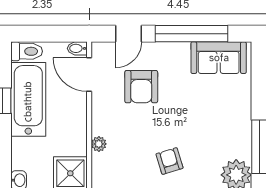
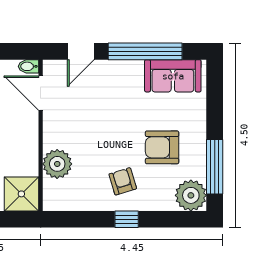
armchair: (141, 87) -> (162, 147), moved, turned 90
plant: (99, 144) -> (57, 164), width x1.88, depth x1.88

